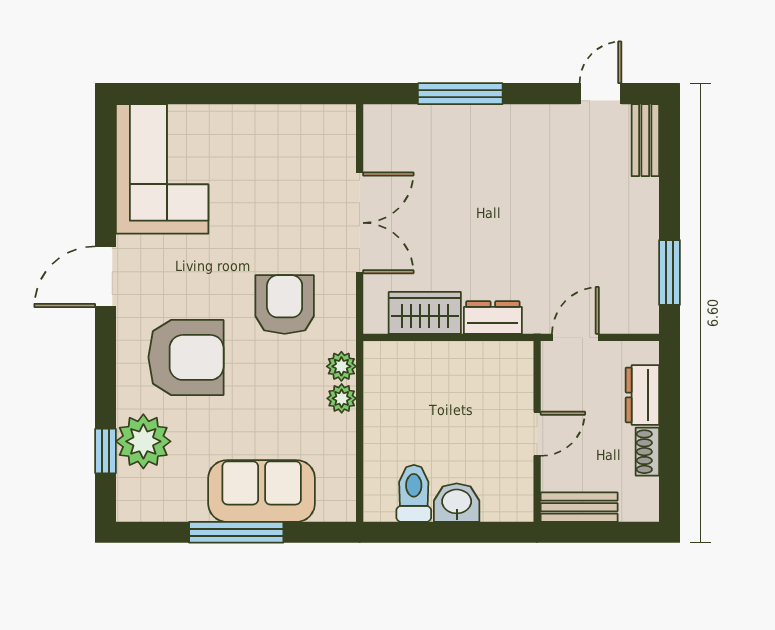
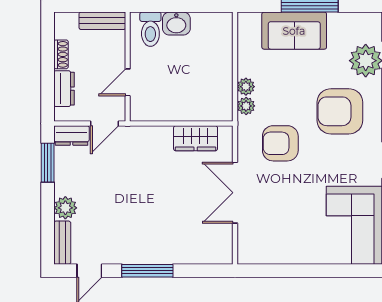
window: (460, 94) -> (147, 271), moved
plant: (640, 198) -> (65, 208), added
armchair: (285, 304) -> (280, 143), turned 90
dresser: (493, 317) -> (72, 135), moved
door: (537, 434) -> (128, 82), moved
toilet: (414, 493) -> (150, 29), moved

